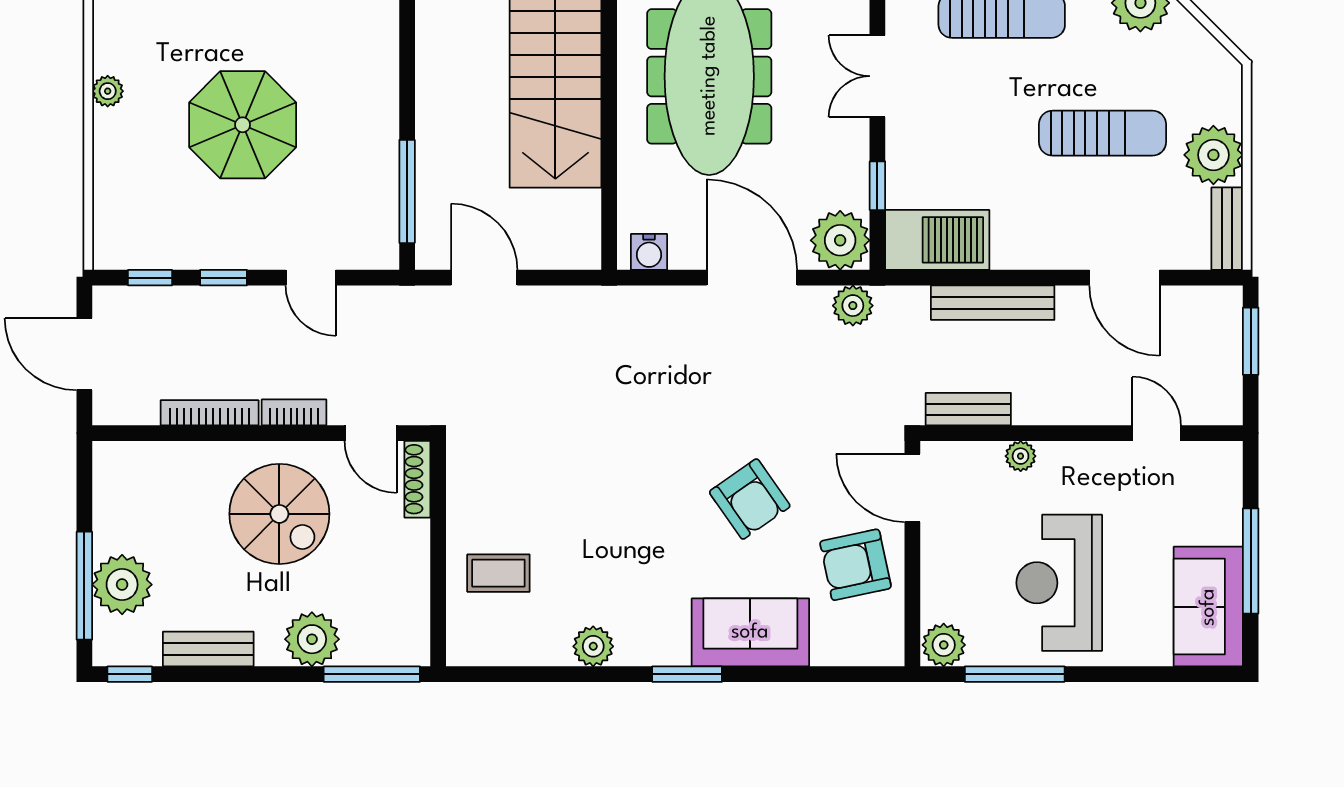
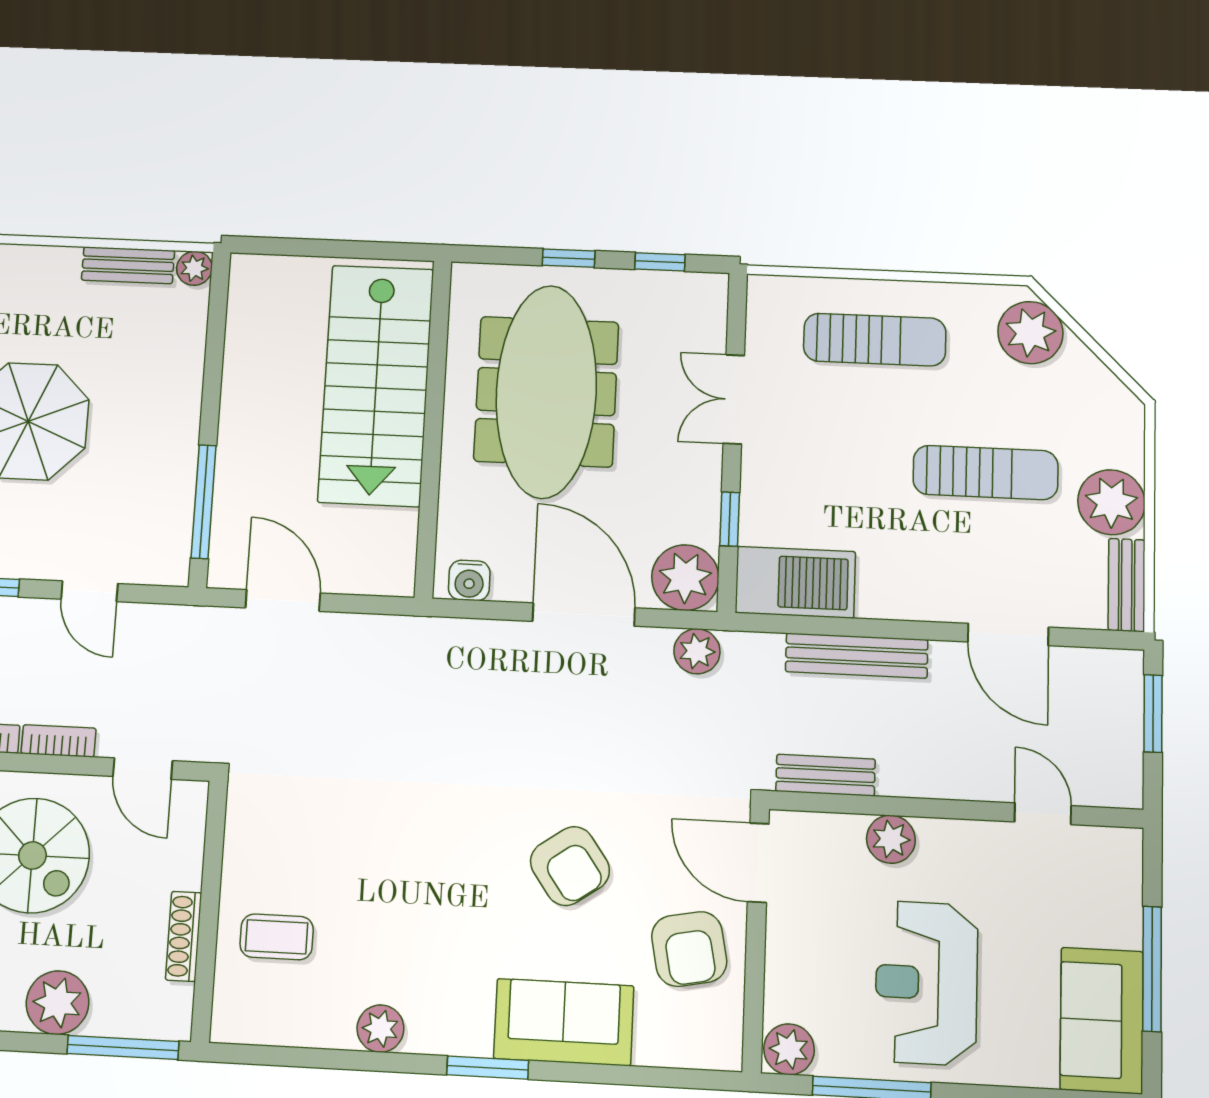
plant: (1021, 456) -> (891, 839), width x1.38, depth x1.38
shoe rack: (417, 479) -> (184, 936), moved
armchair: (856, 565) -> (689, 949), turned -89

